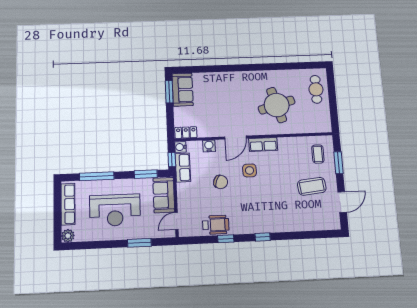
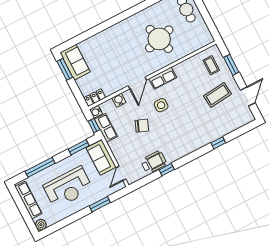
window: (263, 237) -> (218, 143), moved

